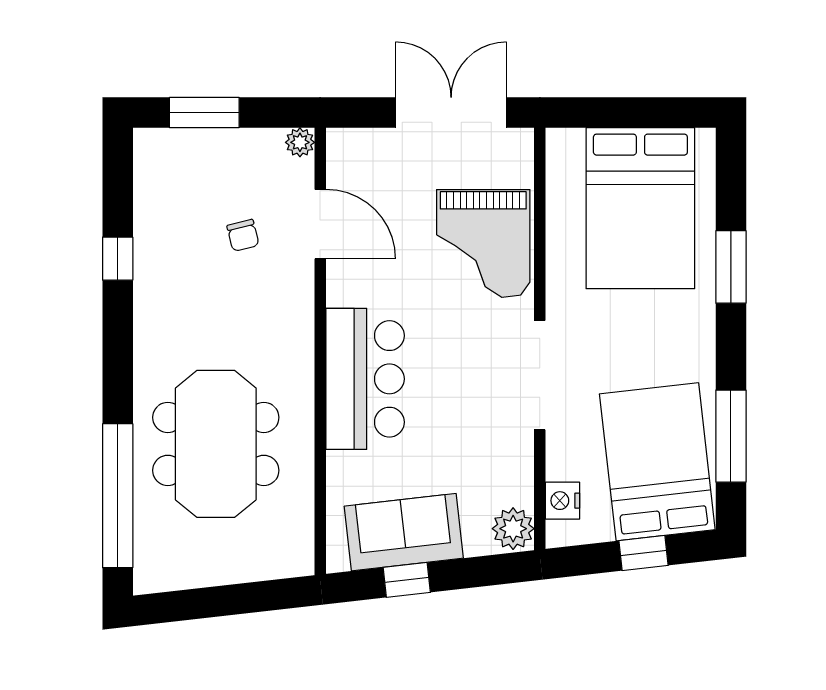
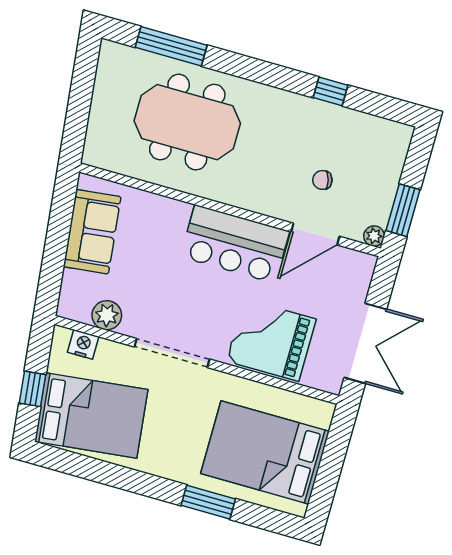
window: (204, 113) -> (403, 210), moved
bar counter: (365, 379) -> (235, 244), moved
window: (731, 436) -> (95, 470), removed
window: (118, 496) -> (171, 46), width x0.68
plant: (513, 529) -> (107, 315), moved
window: (407, 580) -> (60, 225), removed

